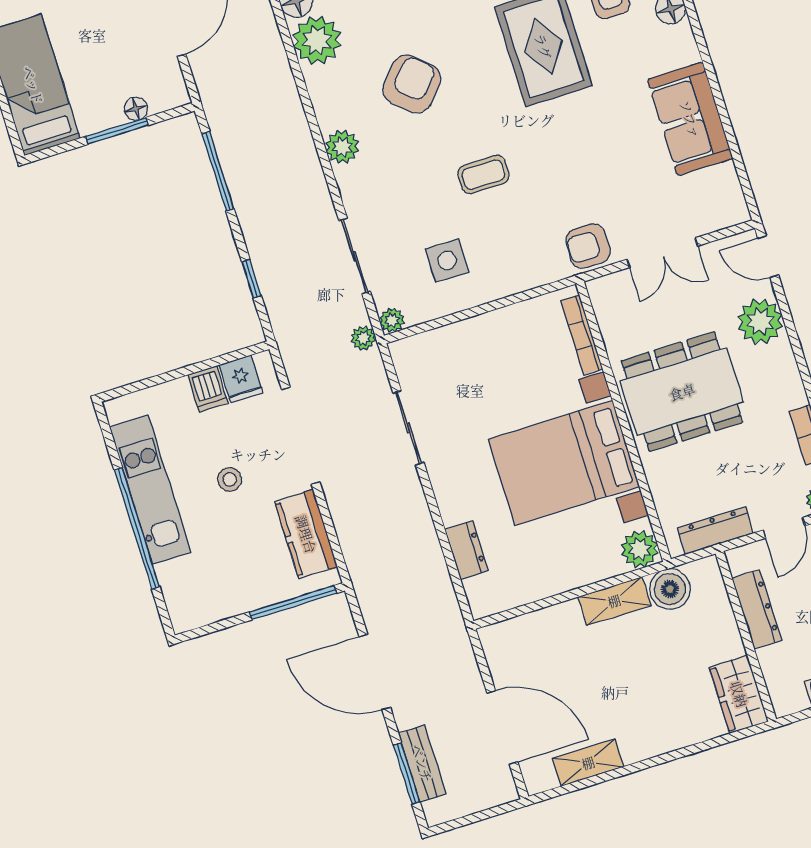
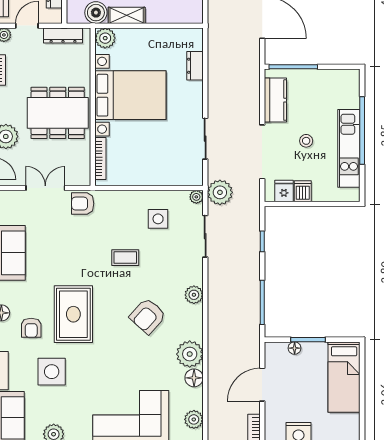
armchair: (588, 246) -> (83, 204), turned 180
plant: (363, 338) -> (220, 192), width x1.88, depth x1.88

